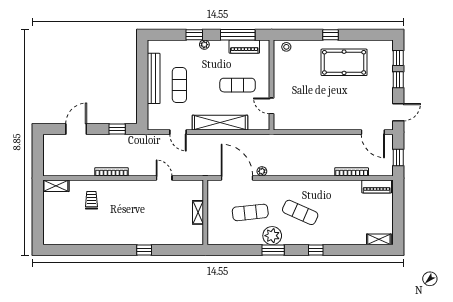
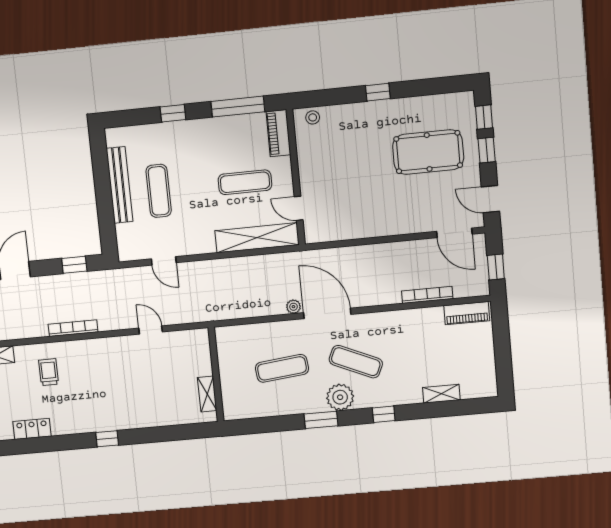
plant: (204, 45) -> (189, 127), removed
piano: (244, 47) -> (278, 133), moved, turned 90
pool table: (344, 62) -> (428, 152), moved
door: (398, 112) -> (490, 199), swing flipped
shelving: (220, 123) -> (257, 238), moved
door: (237, 178) -> (327, 313), moved
shelving: (198, 212) -> (207, 394), moved
plant: (272, 236) -> (340, 397), moved
locker: (76, 239) -> (32, 429), added
shelving: (379, 239) -> (441, 394), moved
window: (144, 250) -> (107, 439), moved

